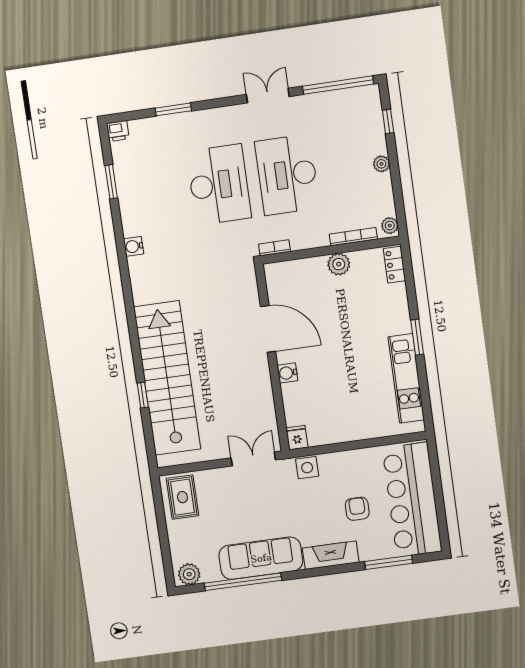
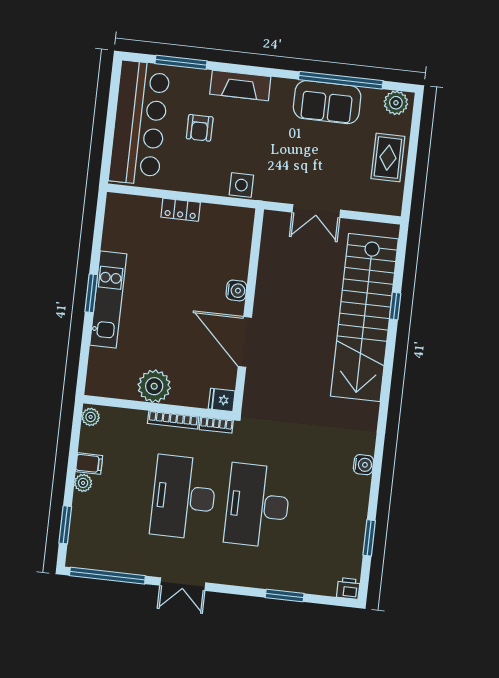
window: (388, 121) -> (65, 525), width x1.50
desk: (287, 175) -> (184, 497), turned 180
filing cabinet: (380, 183) -> (89, 464), added
bookcase: (353, 237) -> (173, 420), moved
plant: (339, 264) -> (154, 386), width x1.36, depth x1.36
locker: (394, 265) -> (181, 210), moved, turned 90
kitchen unit: (406, 378) -> (108, 299), moved
fridge: (297, 438) -> (222, 400), moved, turned 90
double door: (253, 459) -> (316, 211), moved
rug: (182, 497) -> (388, 158), moved
sofa: (261, 558) -> (327, 102), width x0.73

